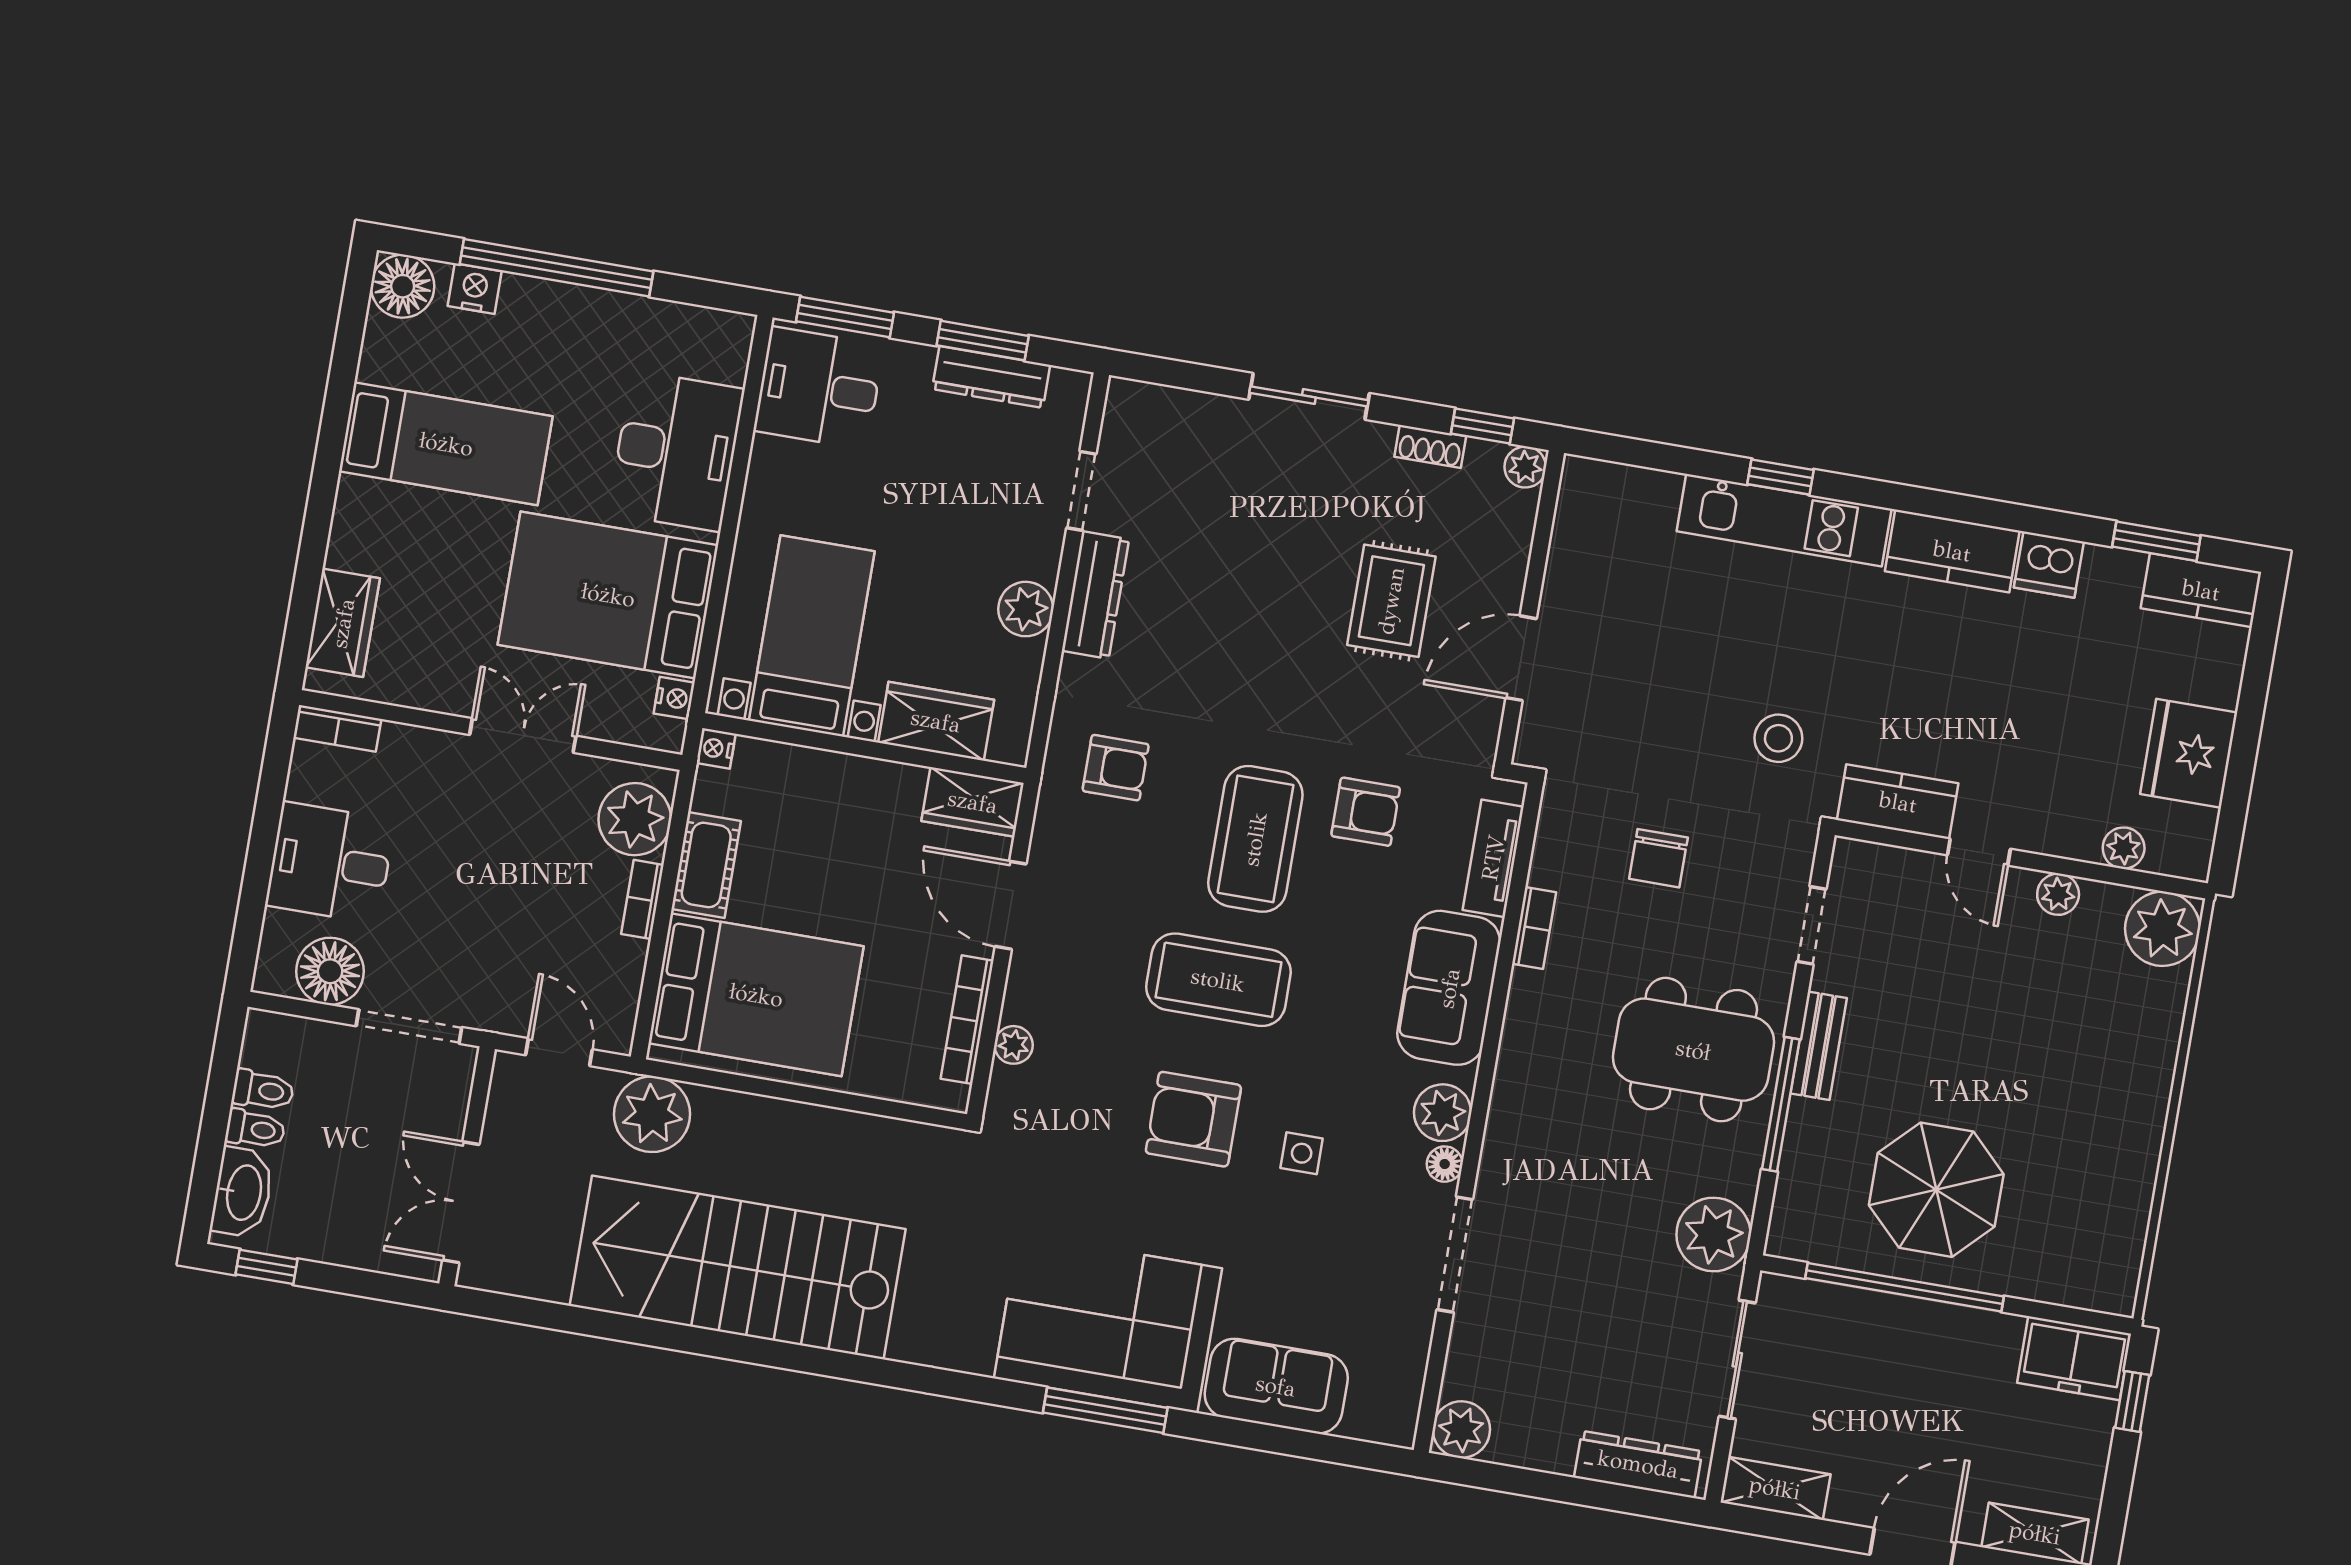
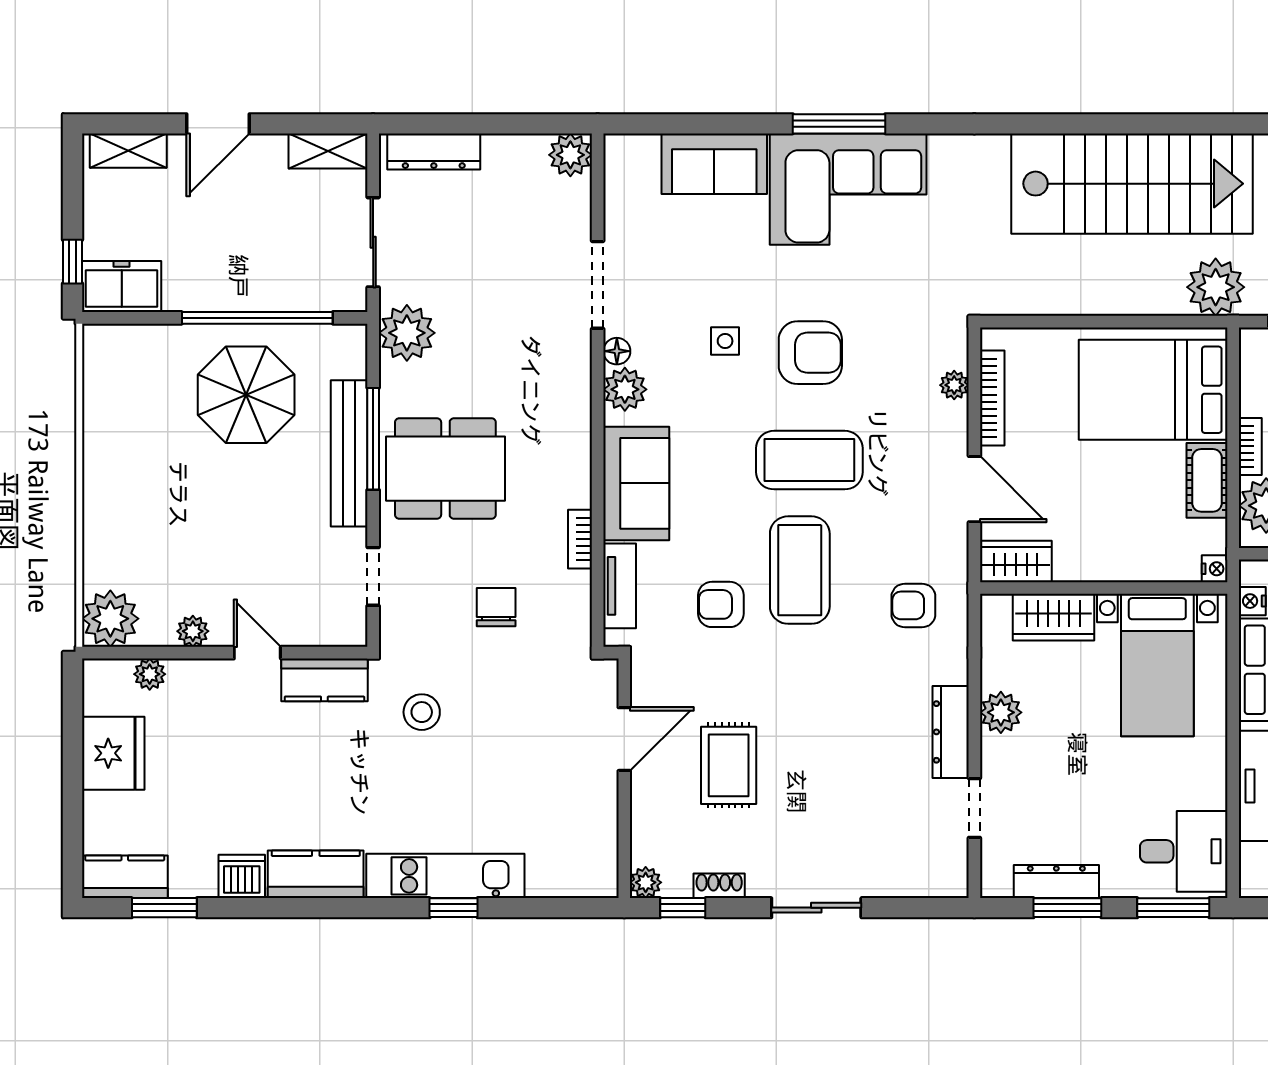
bench: (1819, 1046) -> (349, 453), width x1.86, depth x1.21

